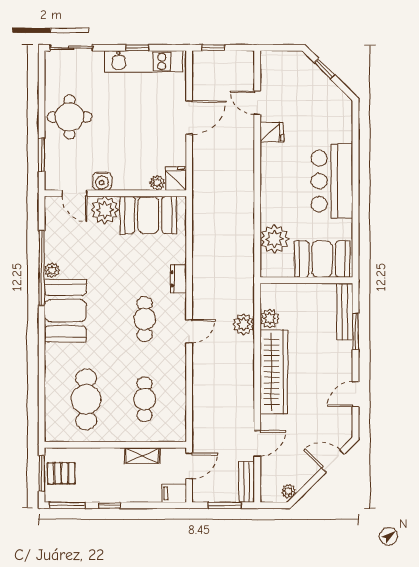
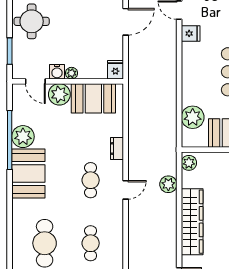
plant: (157, 183) -> (72, 73), moved
plant: (52, 270) -> (23, 137), width x1.88, depth x1.88
plant: (270, 318) -> (189, 163), moved

